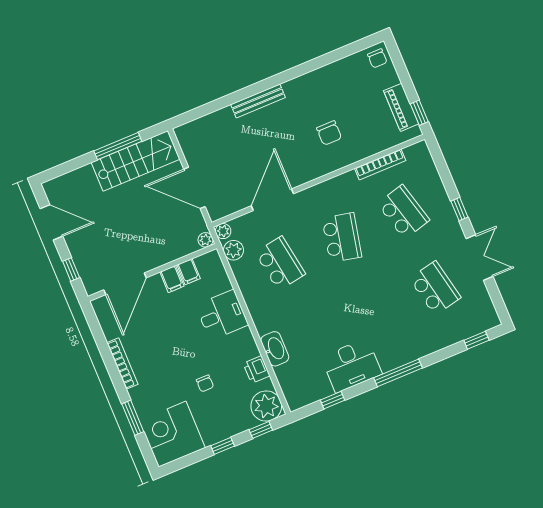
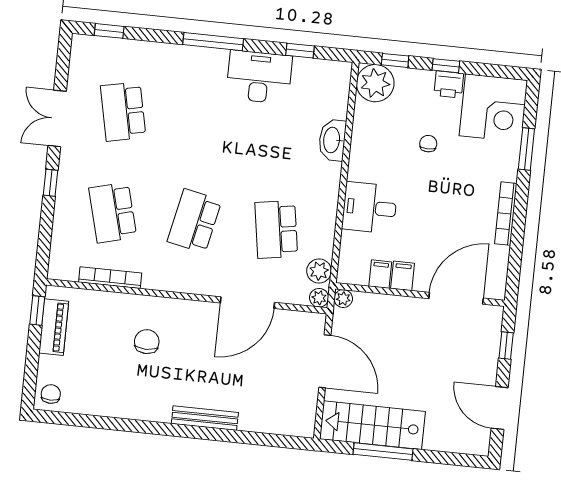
printer: (257, 370) -> (449, 84), moved, turned 90

